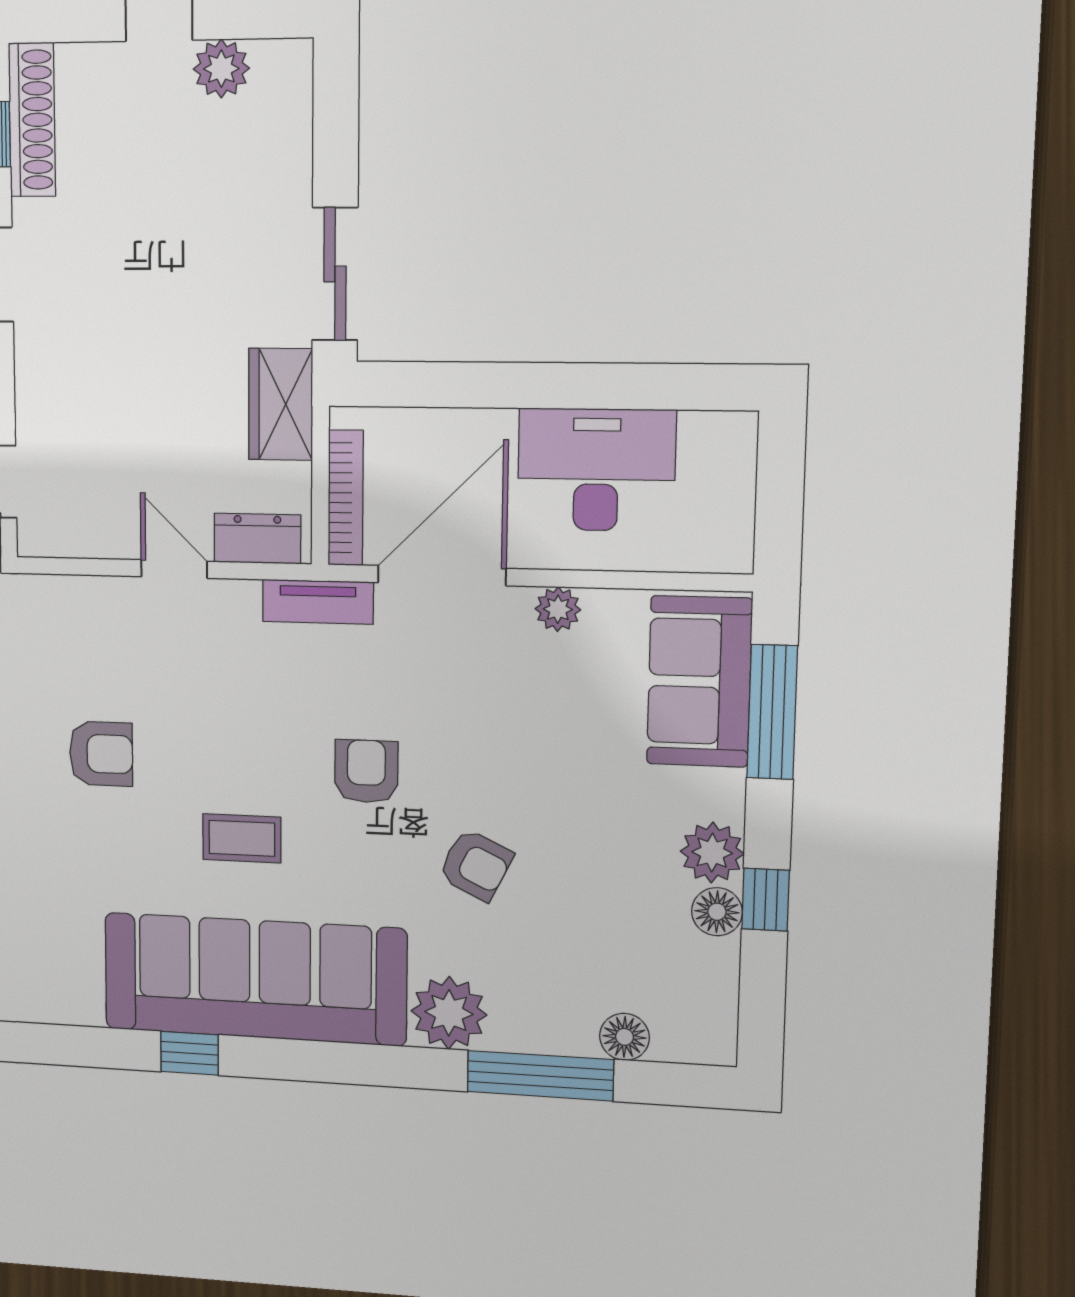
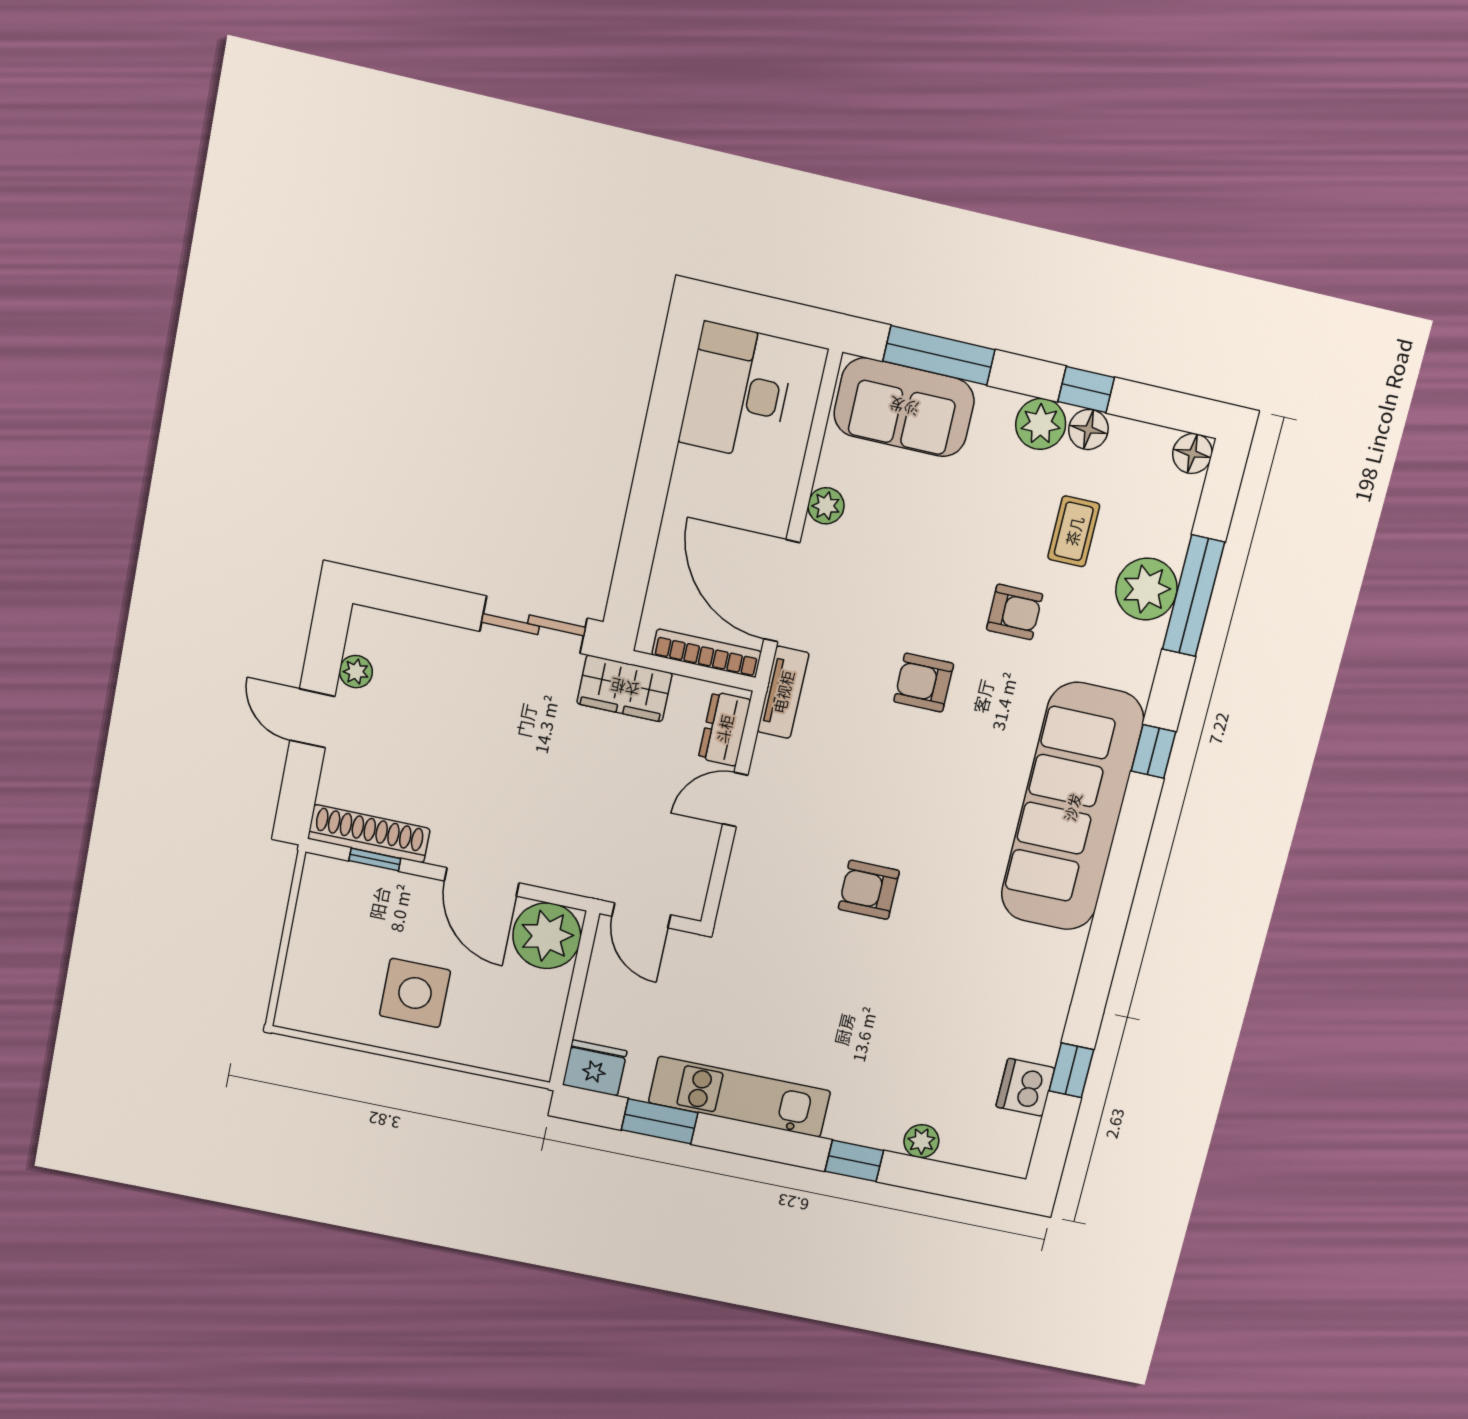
plant: (221, 69) -> (356, 672), width x0.73, depth x0.73
desk: (596, 470) -> (737, 392), moved
armchair: (101, 754) -> (869, 890), turned -90
coffee table: (242, 838) -> (1074, 531), moved
armchair: (476, 865) -> (1015, 612), turned 64
plant: (449, 1013) -> (1146, 589), moved
floor lamp: (624, 1037) -> (1192, 453), moved
window: (190, 1053) -> (1153, 751), moved

